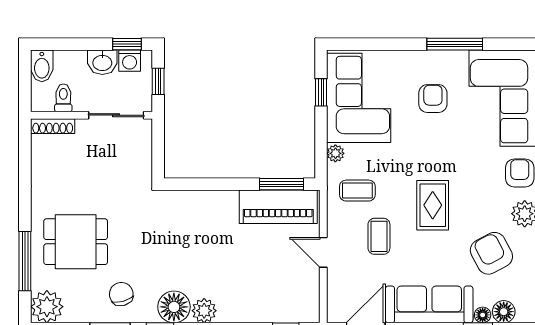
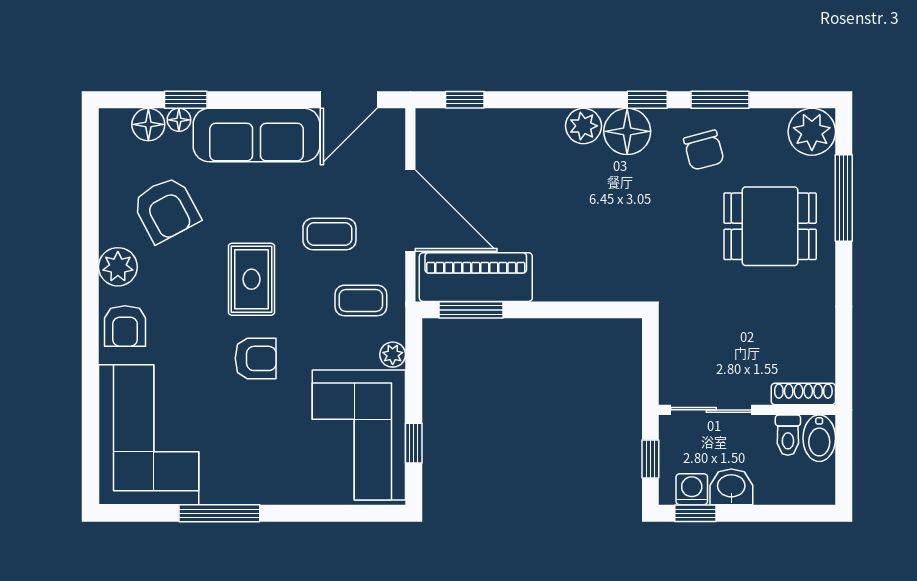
bidet: (42, 66) -> (819, 438), moved, turned 180
armchair: (433, 99) -> (256, 358), moved, turned -90
coffee table: (379, 236) -> (329, 234), turned 90
door: (323, 252) -> (410, 211), width x1.87

